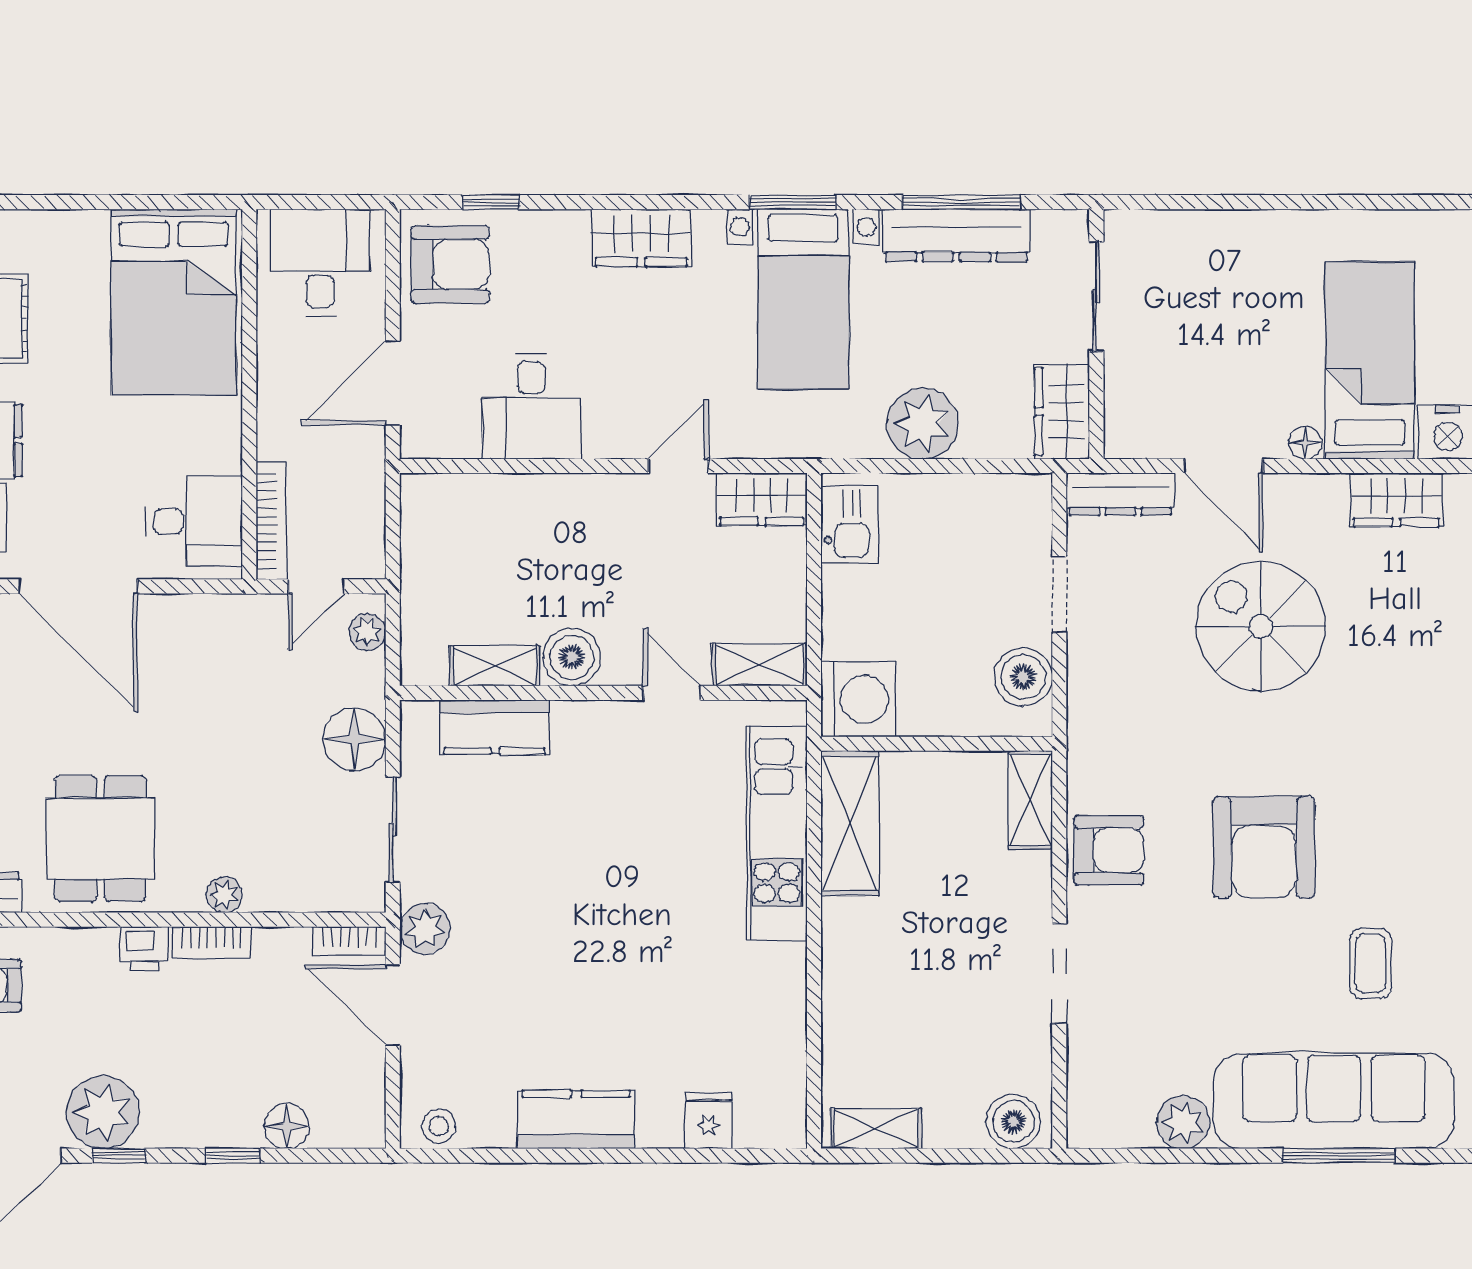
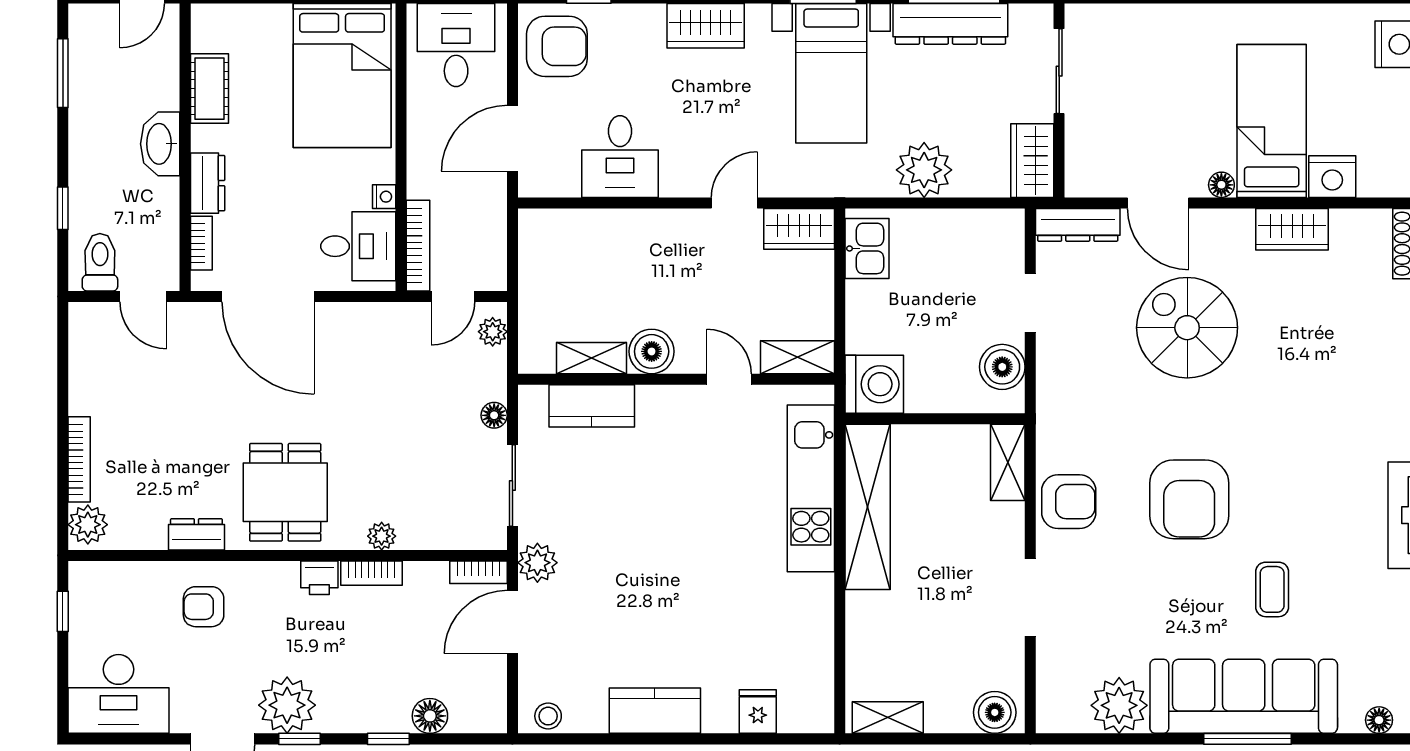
nightstand: (228, 458) -> (384, 197), added
floor lamp: (354, 739) -> (494, 415), width x0.53, depth x0.53
shelving: (850, 823) -> (868, 507), width x1.47
door: (393, 1005) -> (512, 622), hinge flipped
plant: (1183, 1122) -> (1119, 705), width x1.36, depth x1.36

